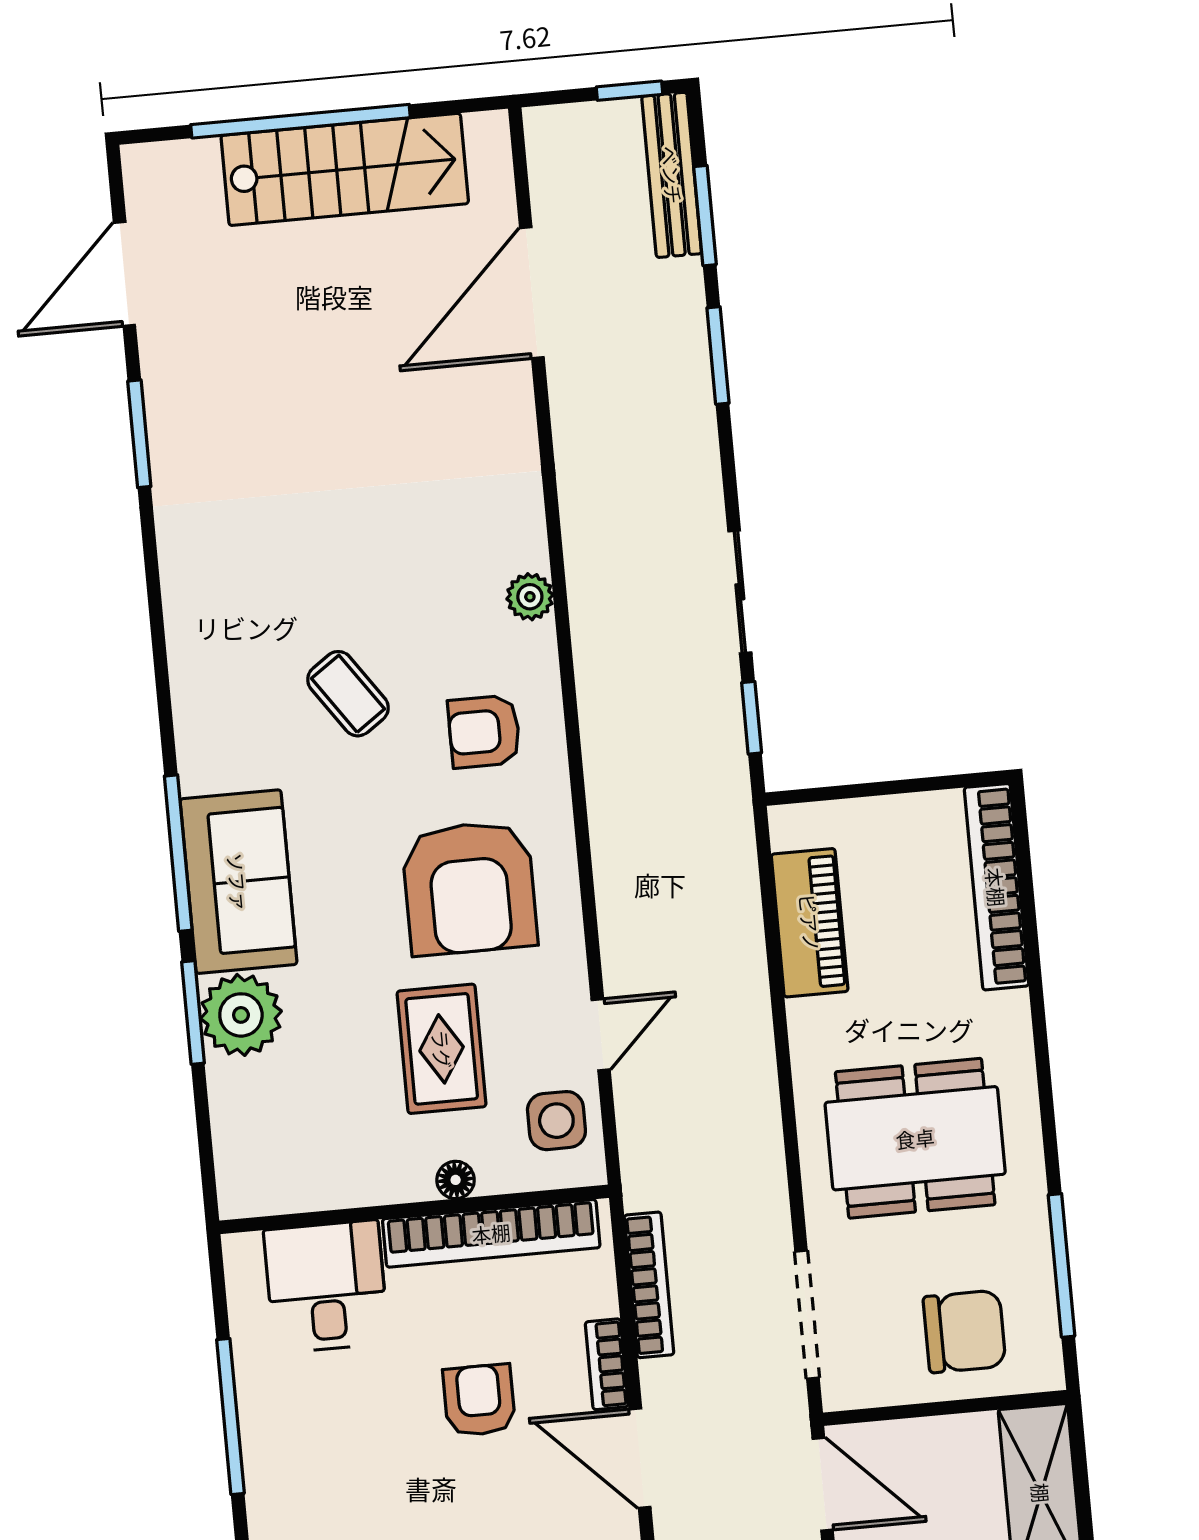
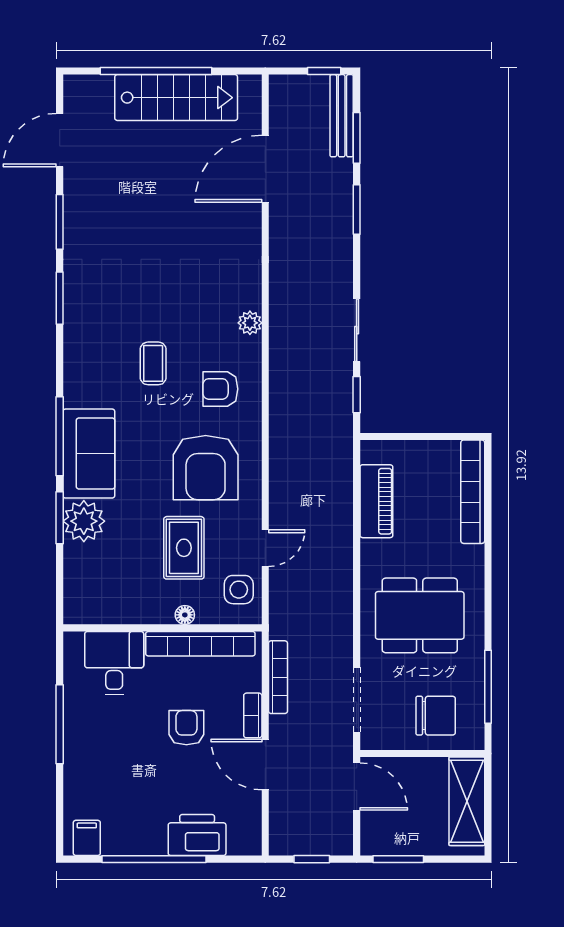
window: (153, 583) -> (60, 298), added
coffee table: (348, 694) -> (153, 363), turned 35

